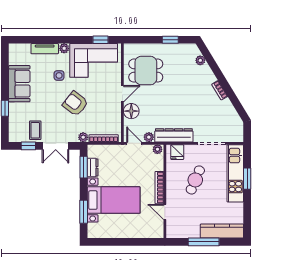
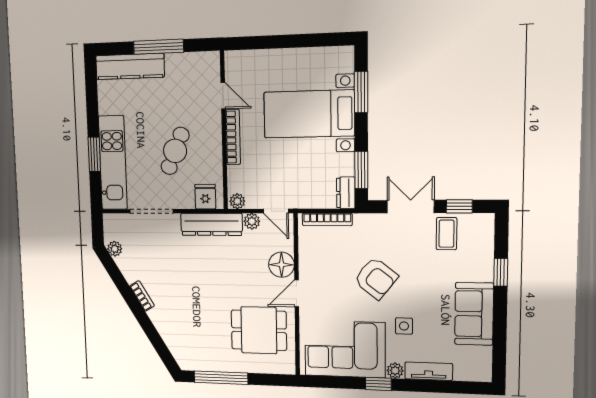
window: (100, 40) -> (378, 384), moved
window: (170, 40) -> (221, 378), width x2.17
plant: (200, 60) -> (115, 249), moved
plant: (83, 137) -> (362, 221), removed
dresser: (93, 167) -> (346, 193), moved

